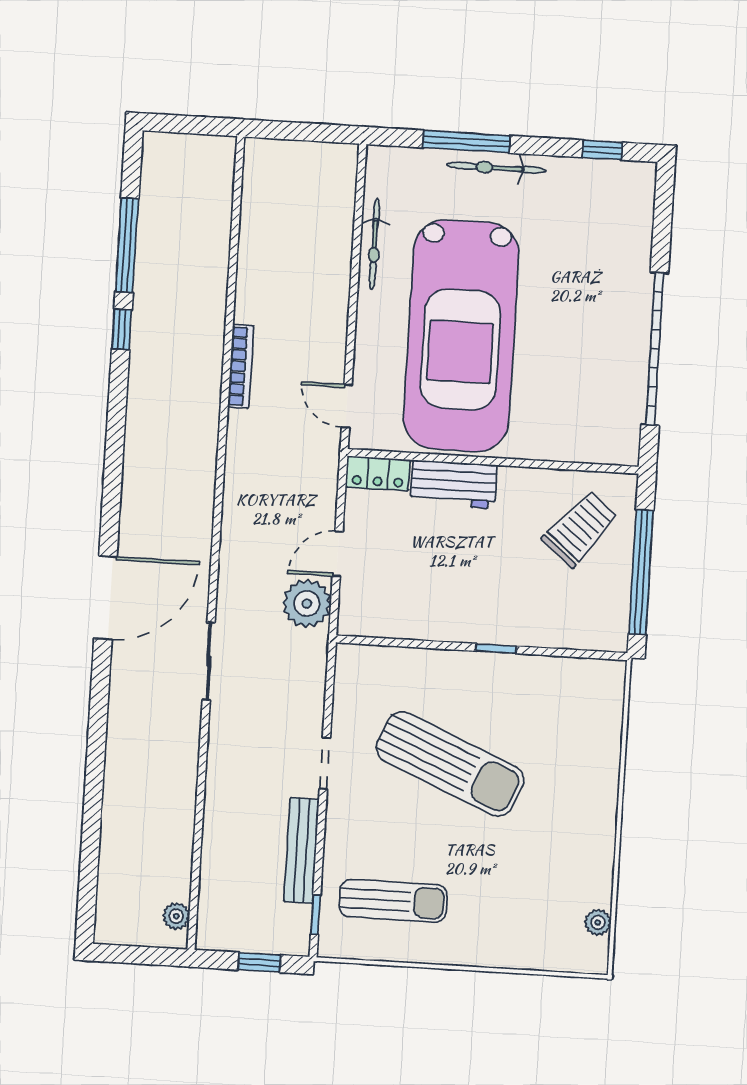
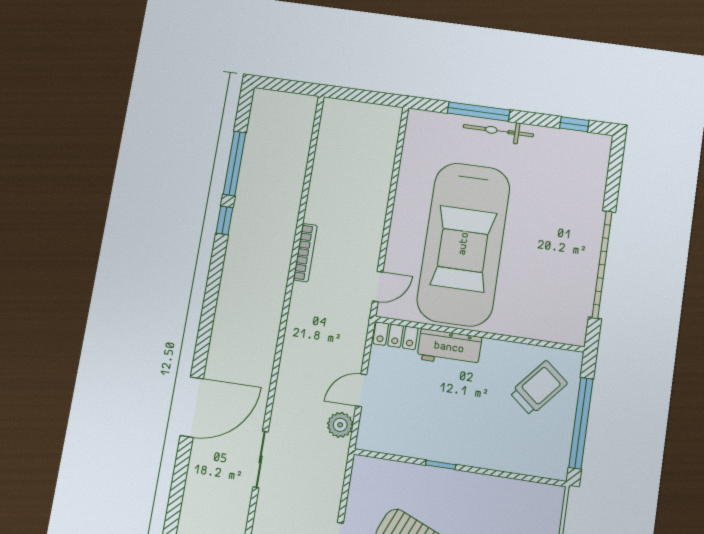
bicycle: (374, 244) -> (408, 176), removed
door: (347, 406) -> (378, 287), swing flipped
plant: (307, 604) -> (340, 425), width x0.73, depth x0.73
window: (496, 649) -> (441, 465), moved

